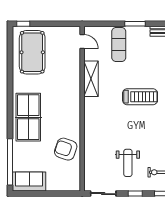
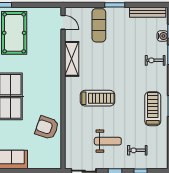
treadmill: (140, 97) -> (97, 98), moved
weight bench: (128, 163) -> (108, 141), turned -90

